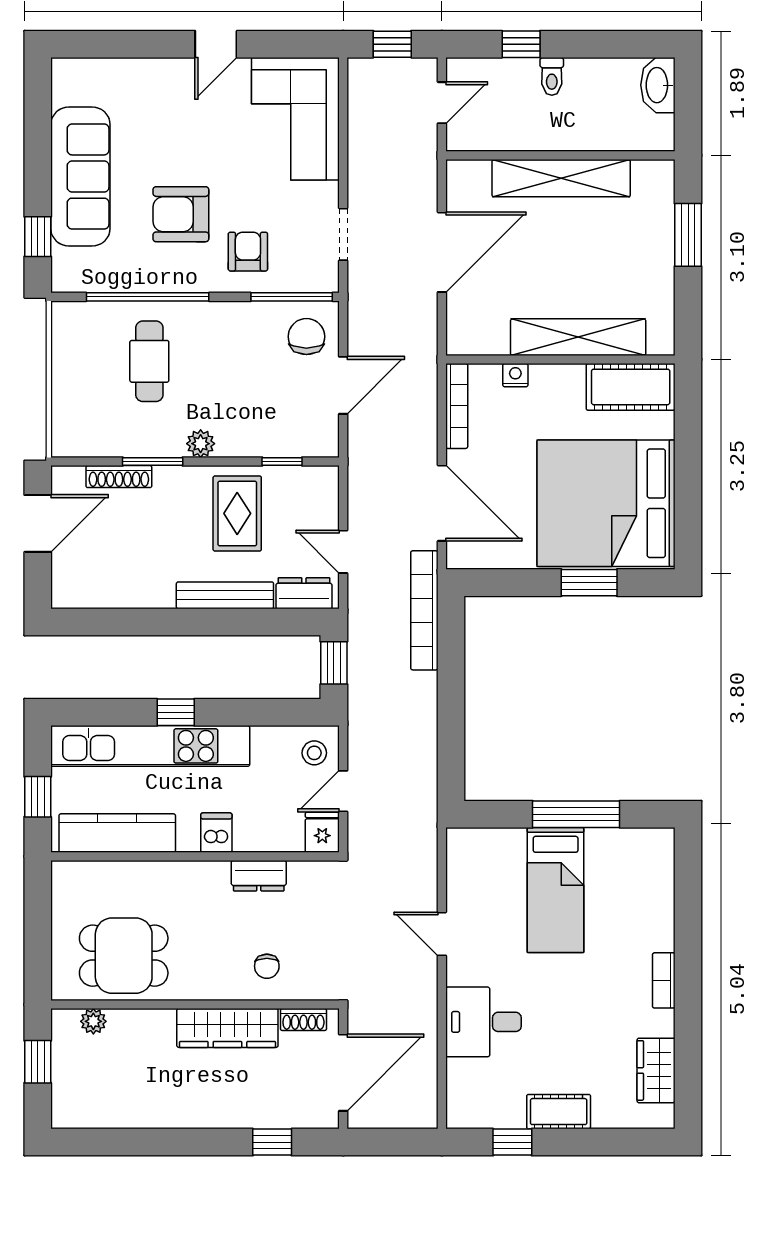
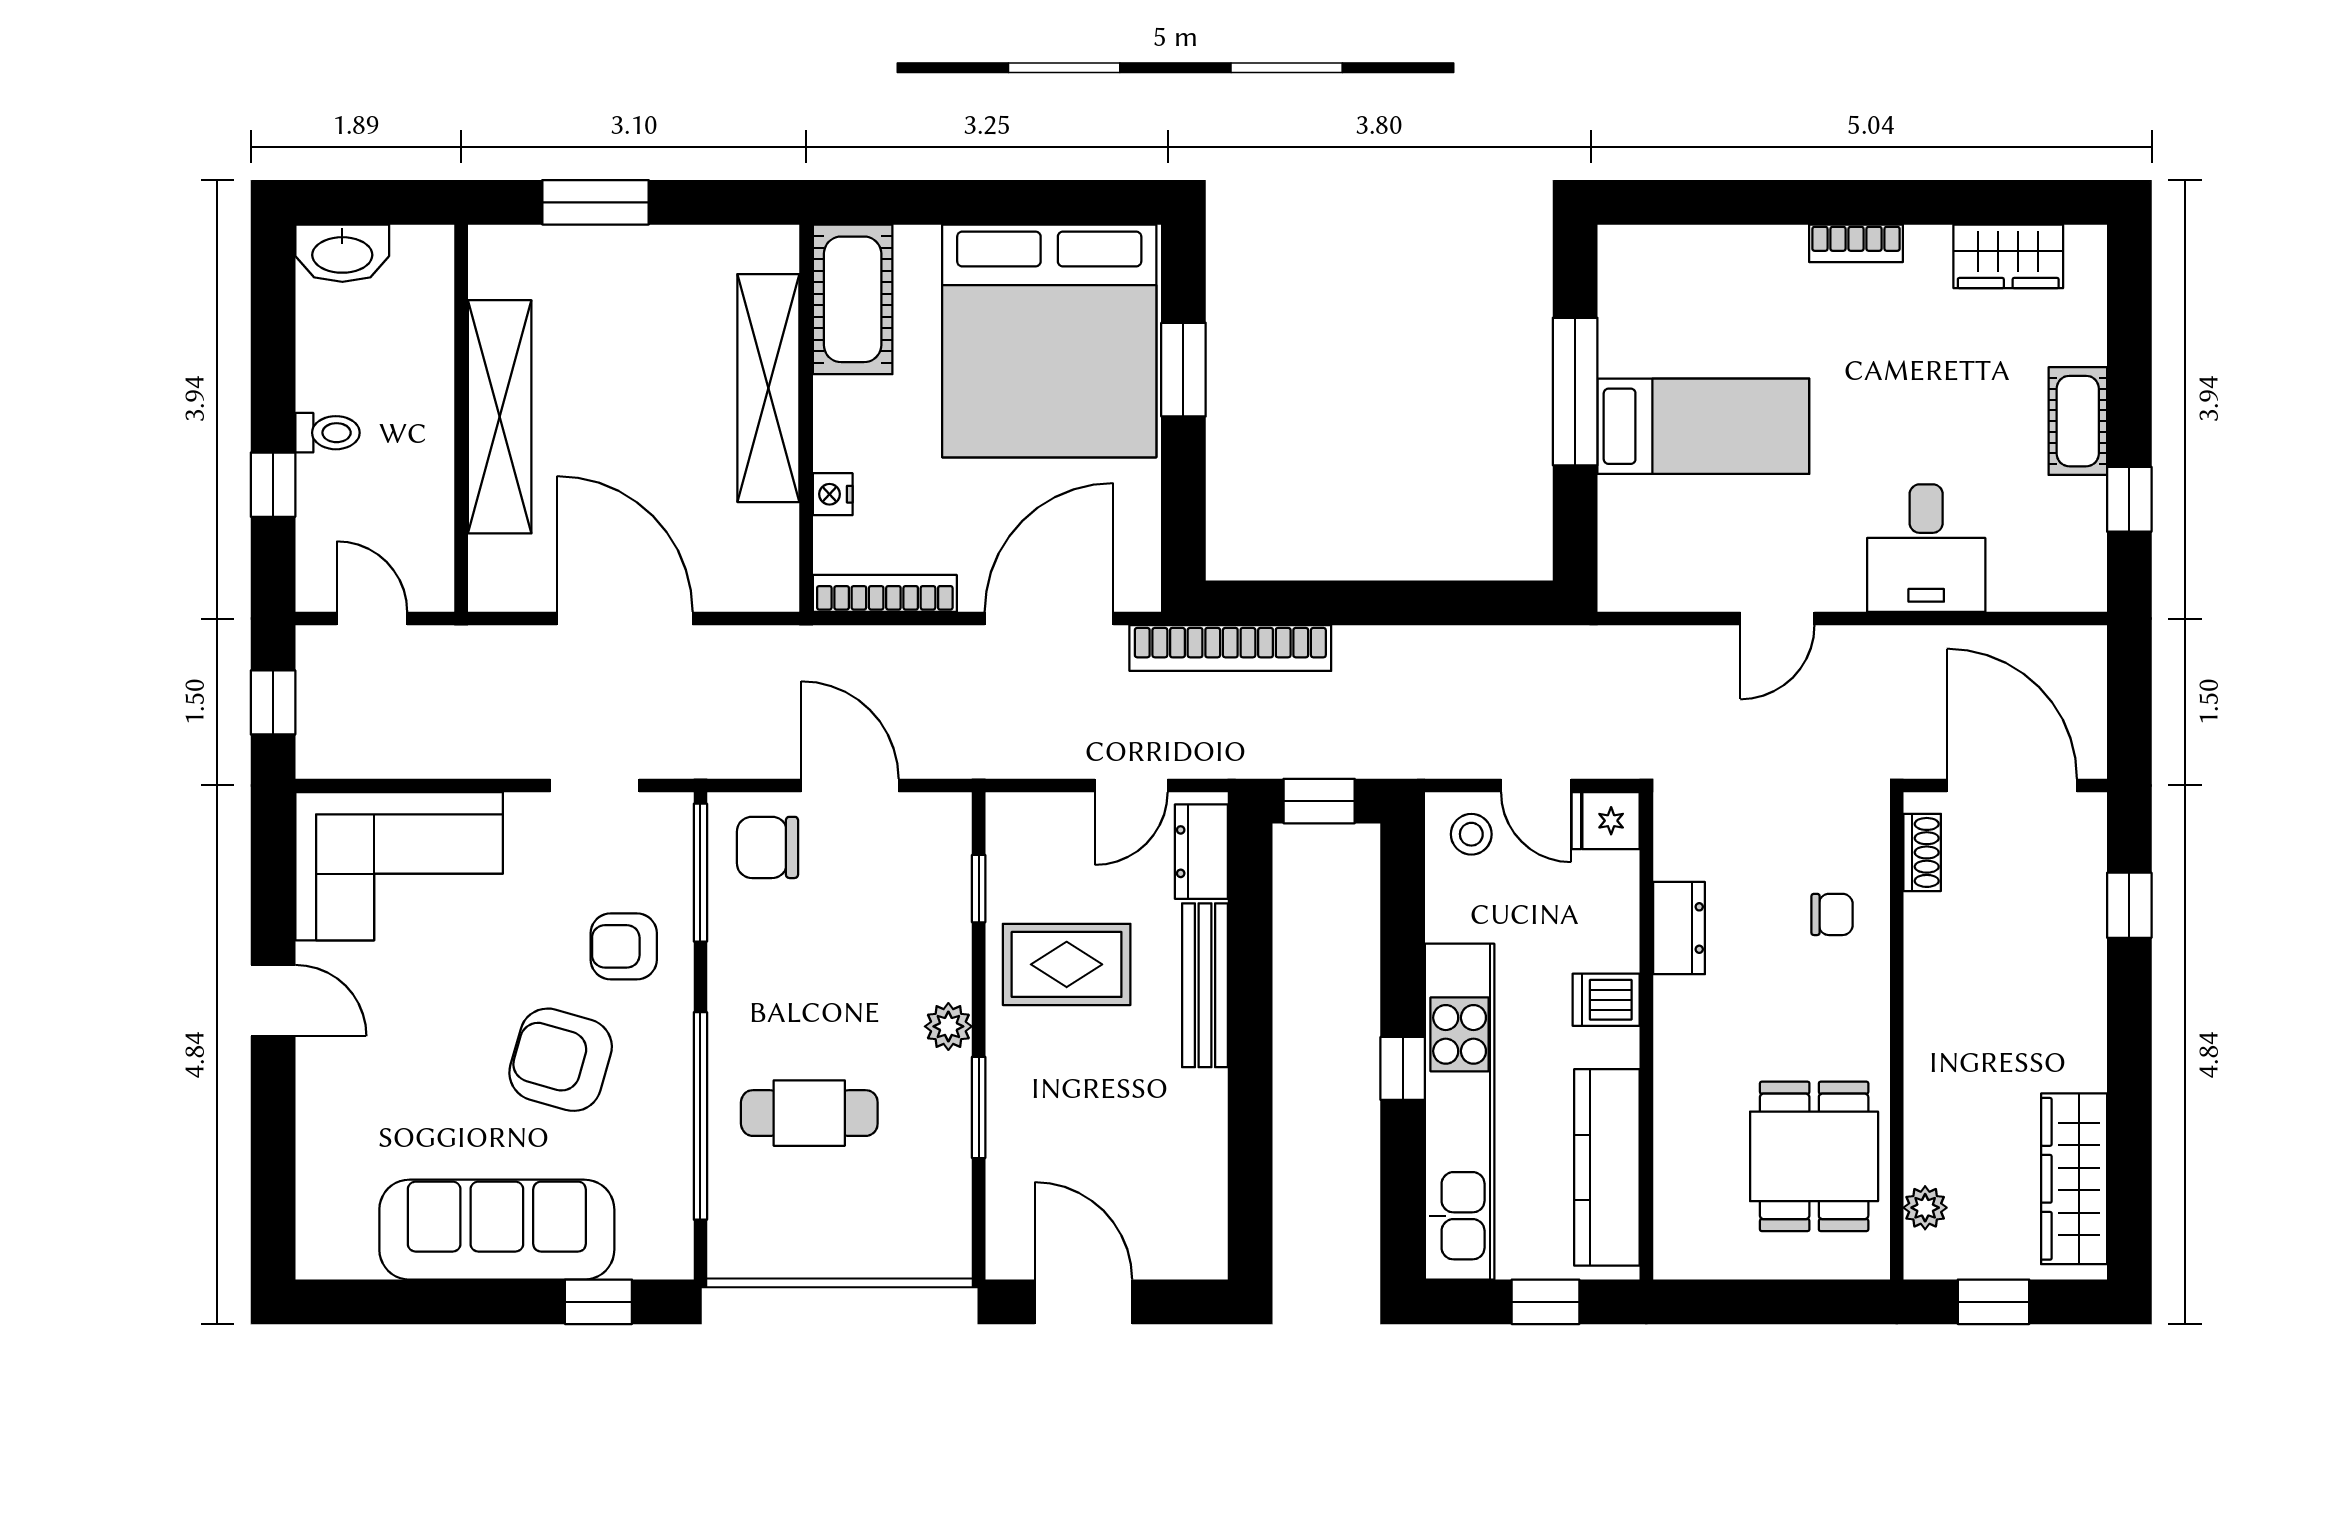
armchair: (181, 214) -> (561, 1060), turned 106
shoe rack: (119, 477) -> (1004, 1165), removed
wardrobe: (227, 1028) -> (2074, 1179), moved, turned 180

